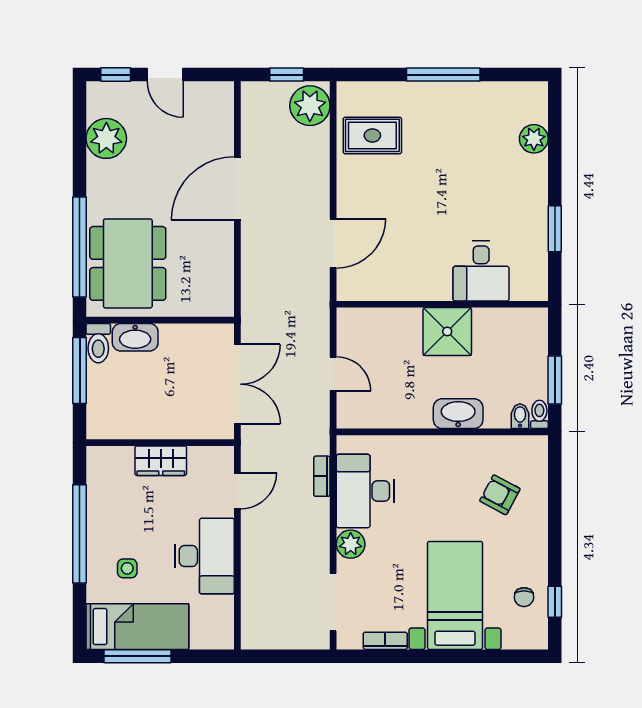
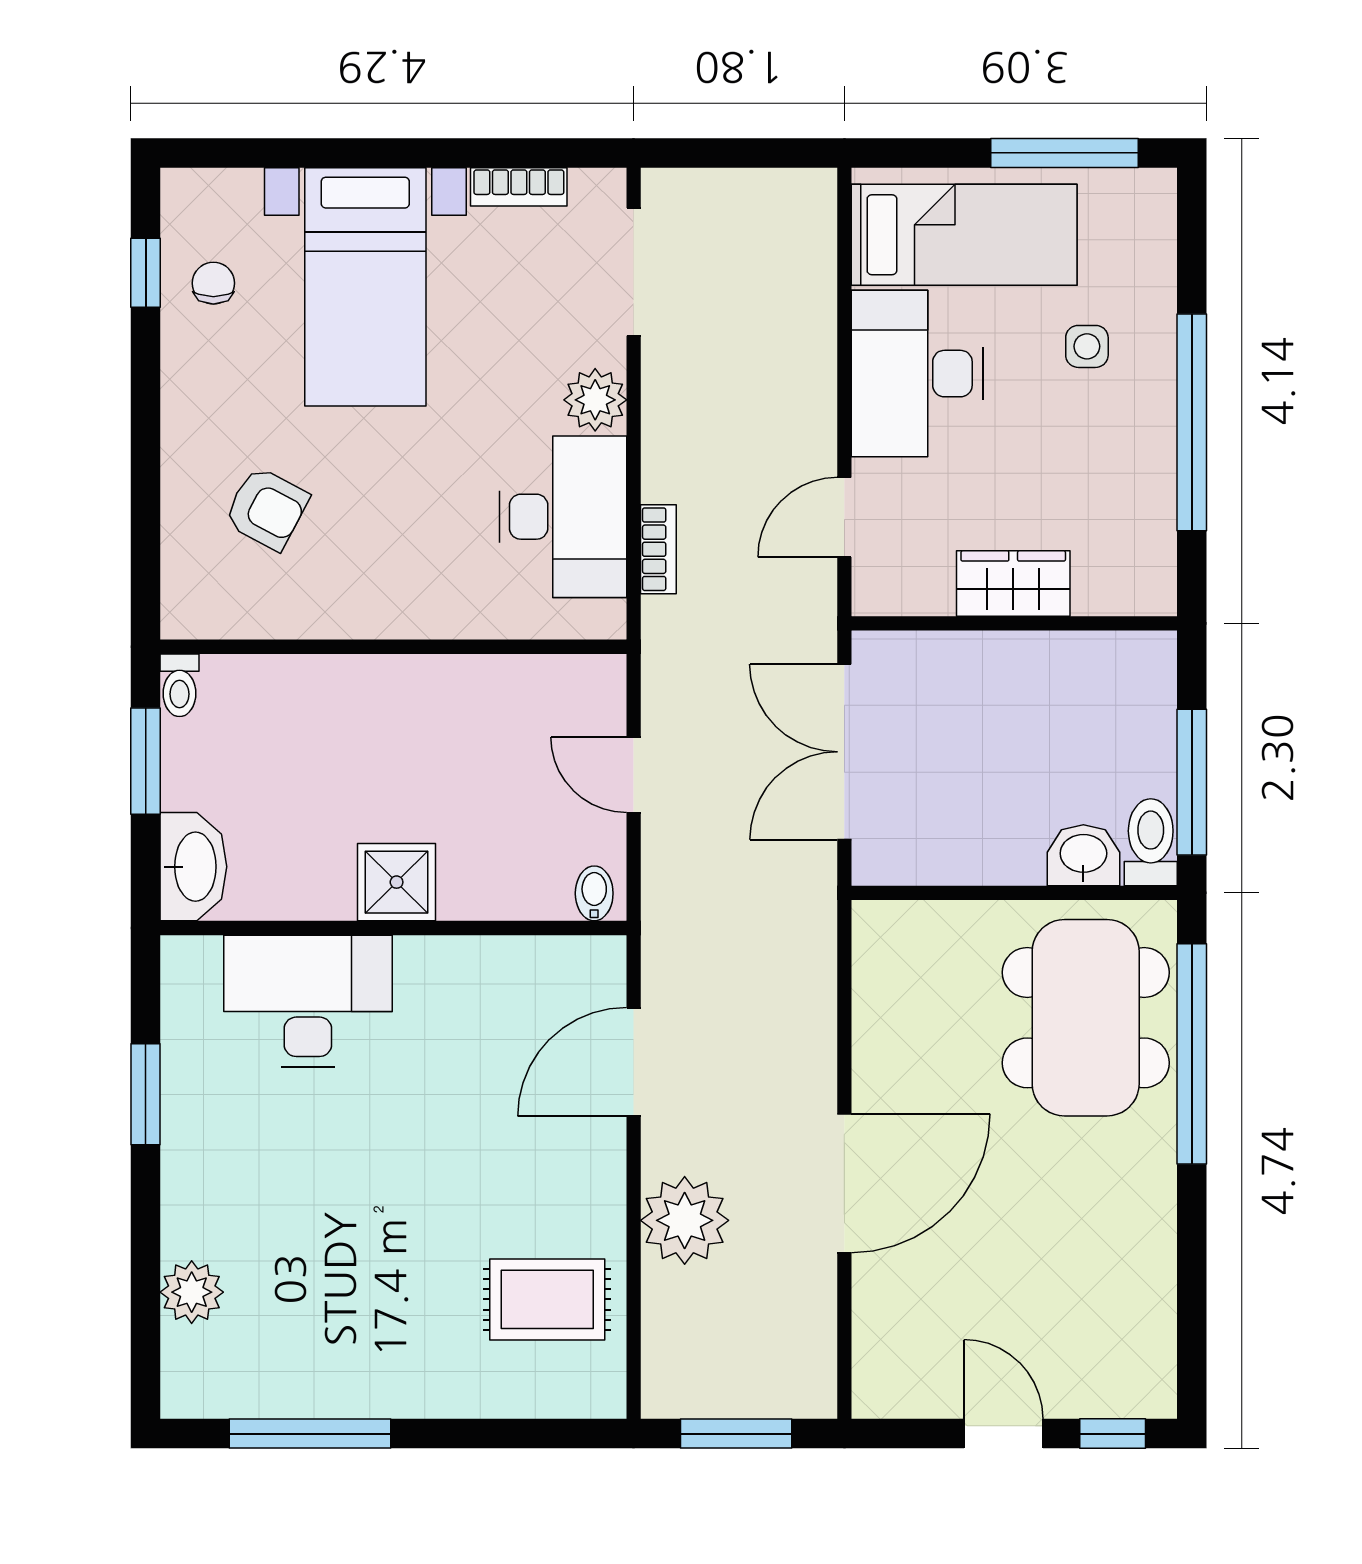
window: (287, 75) -> (736, 1434), width x1.50
window: (443, 75) -> (310, 1434), moved
plant: (310, 106) -> (685, 1220), moved
plant: (106, 138) -> (1133, 1293), removed
desk: (481, 271) -> (308, 1001), width x1.37
shower: (447, 331) -> (397, 882), width x0.73, depth x0.73
washbasin: (135, 337) -> (1083, 855), width x0.72
washbasin: (458, 414) -> (193, 867), moved, turned -90
bidet: (520, 416) -> (594, 893), moved, turned 180
bed: (137, 627) -> (964, 235), moved, turned 180

